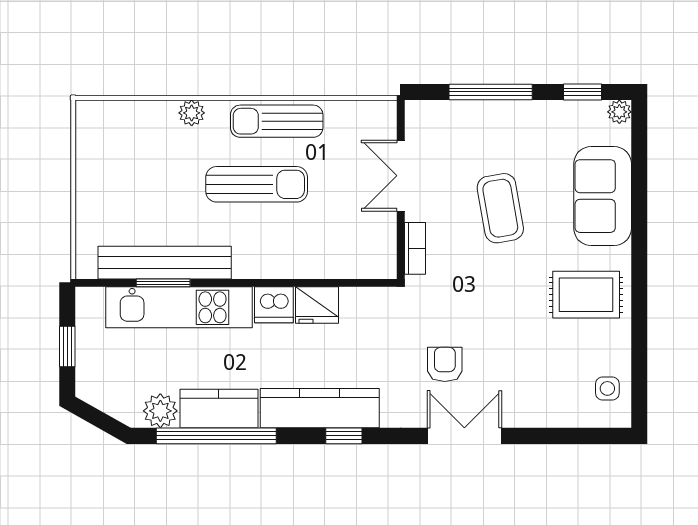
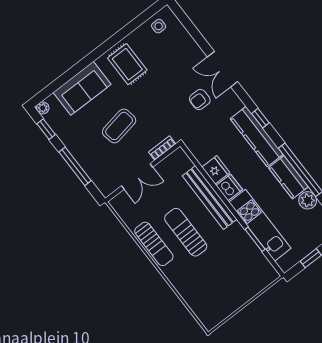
plant: (192, 113) -> (177, 281), removed
bench: (165, 263) -> (210, 198), moved

